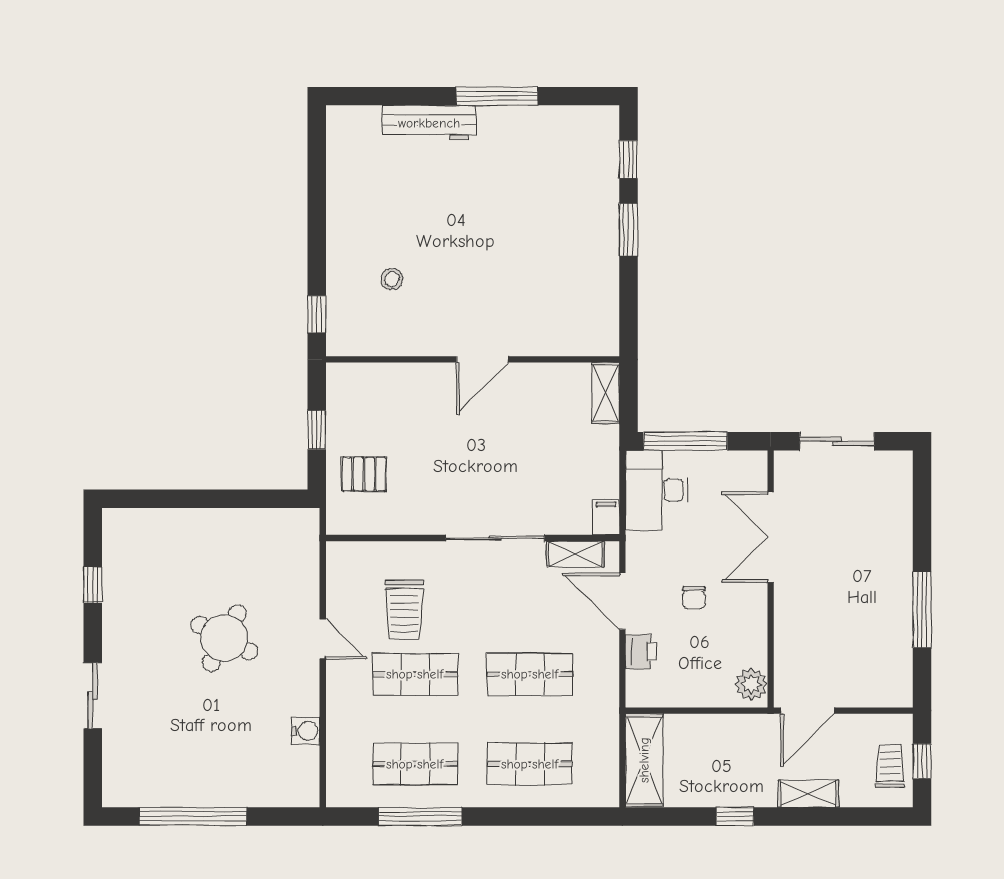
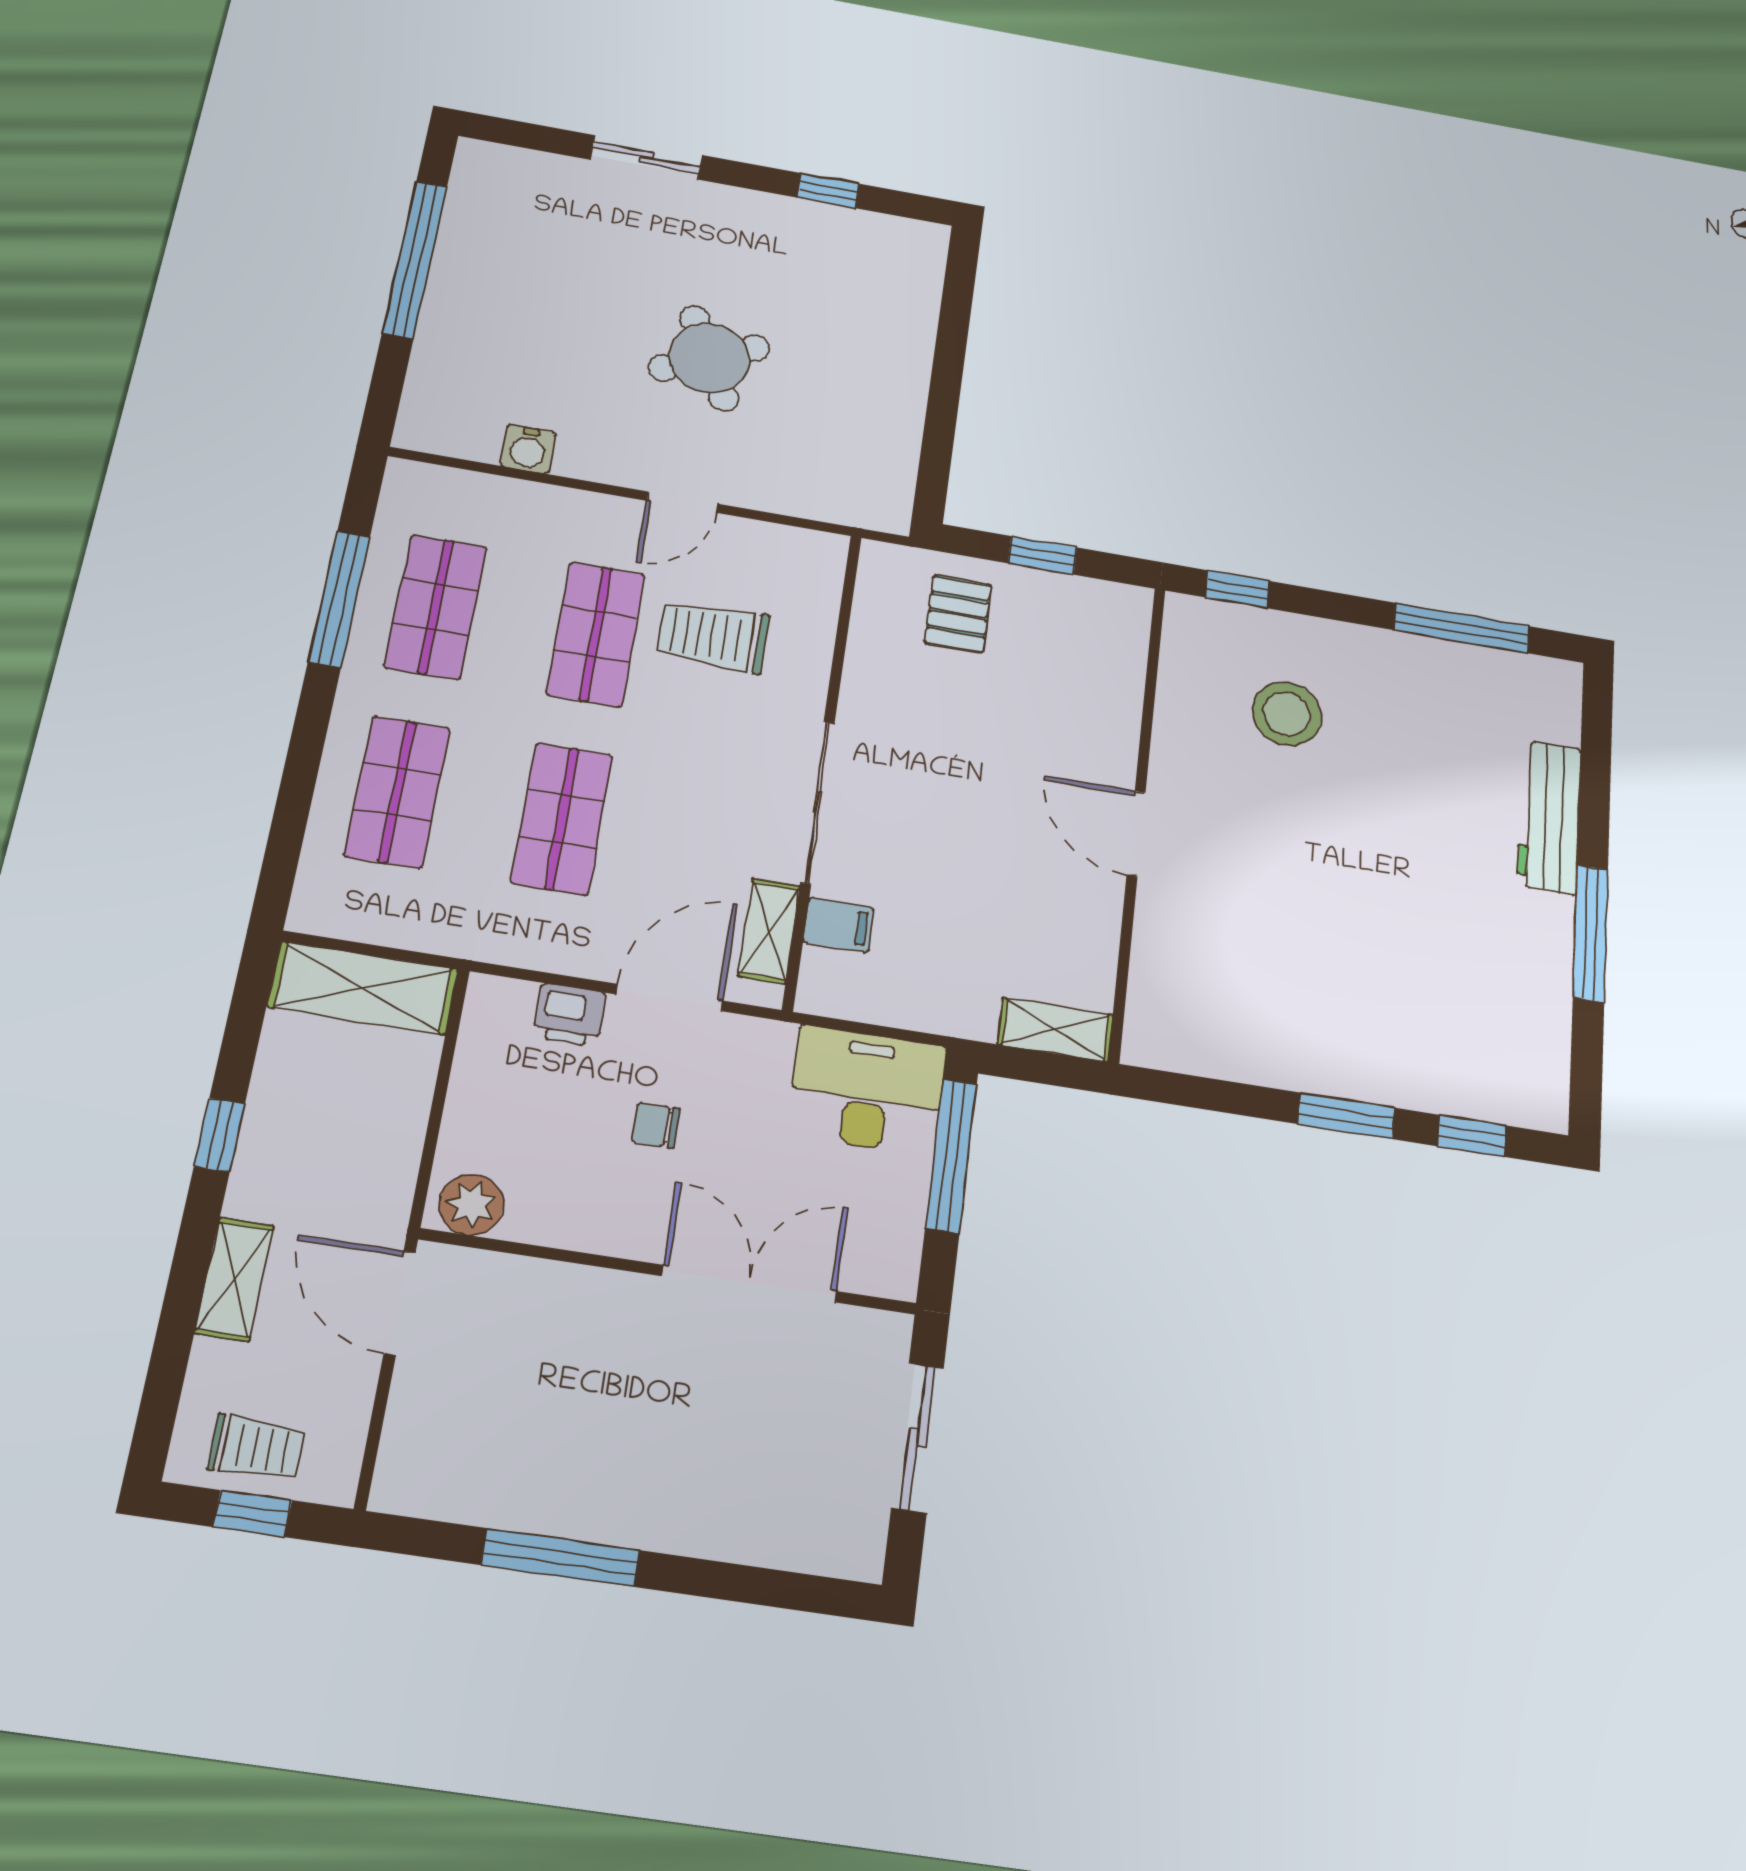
window: (317, 179) -> (1462, 628), added
stool: (392, 279) -> (1287, 714), width x1.89, depth x1.89
filing cabinet: (606, 517) -> (839, 925), moved
round table: (224, 638) -> (709, 358), turned 36

